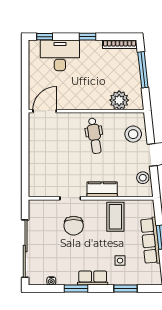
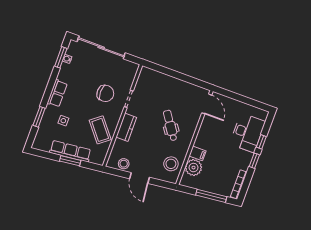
window: (45, 37) -> (261, 142), moved
filing cabinet: (102, 102) -> (198, 153), added
stool: (133, 134) -> (171, 164), moved
dental chair: (94, 136) -> (170, 125), moved, turned 65
coffee table: (115, 217) -> (100, 130), turned 51
chair: (74, 226) -> (105, 93), turned 180
window: (76, 288) -> (61, 57), moved

